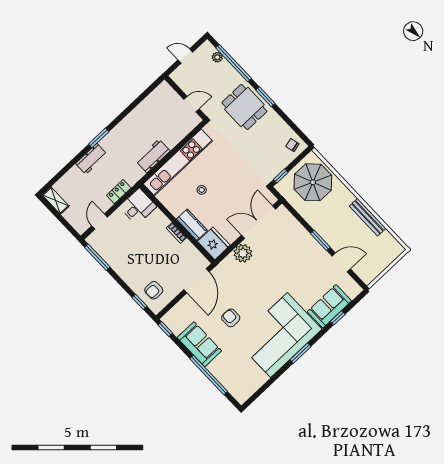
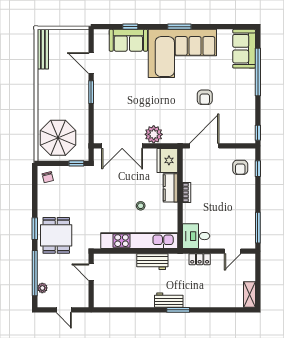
workbench: (91, 159) -> (169, 300), moved
bench: (368, 217) -> (43, 49), moved
armchair: (154, 290) -> (240, 167), turned 90
sofa: (199, 344) -> (244, 49), moved

